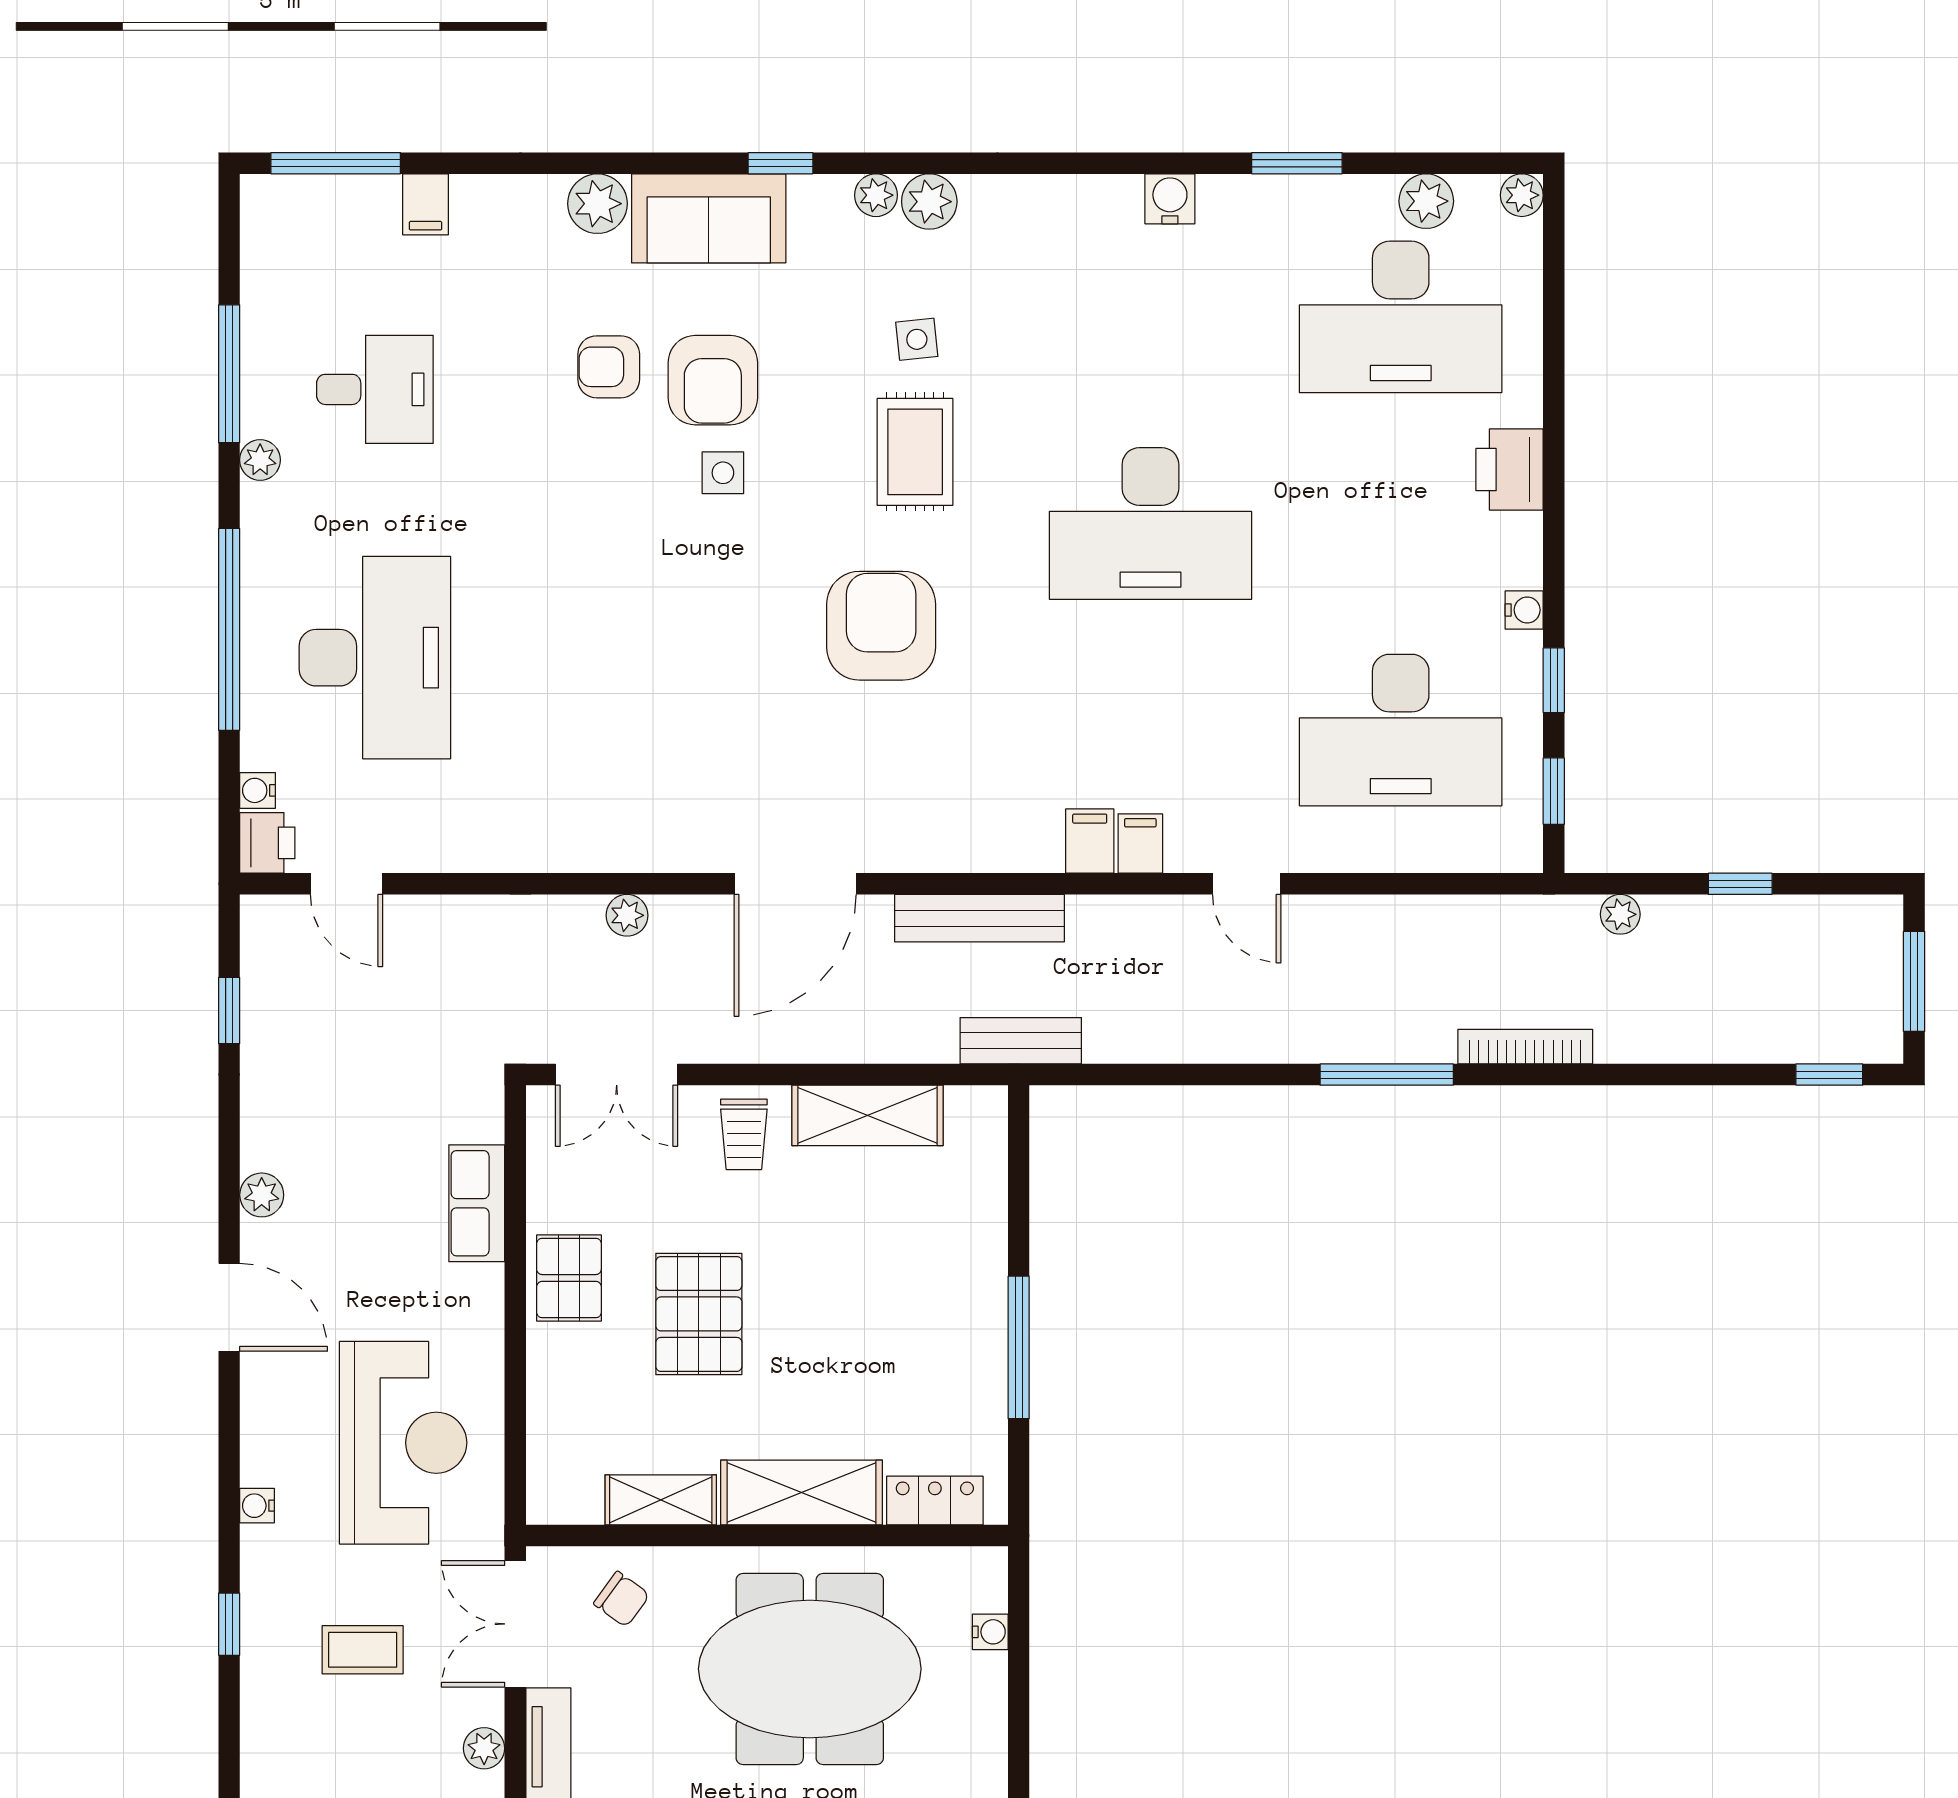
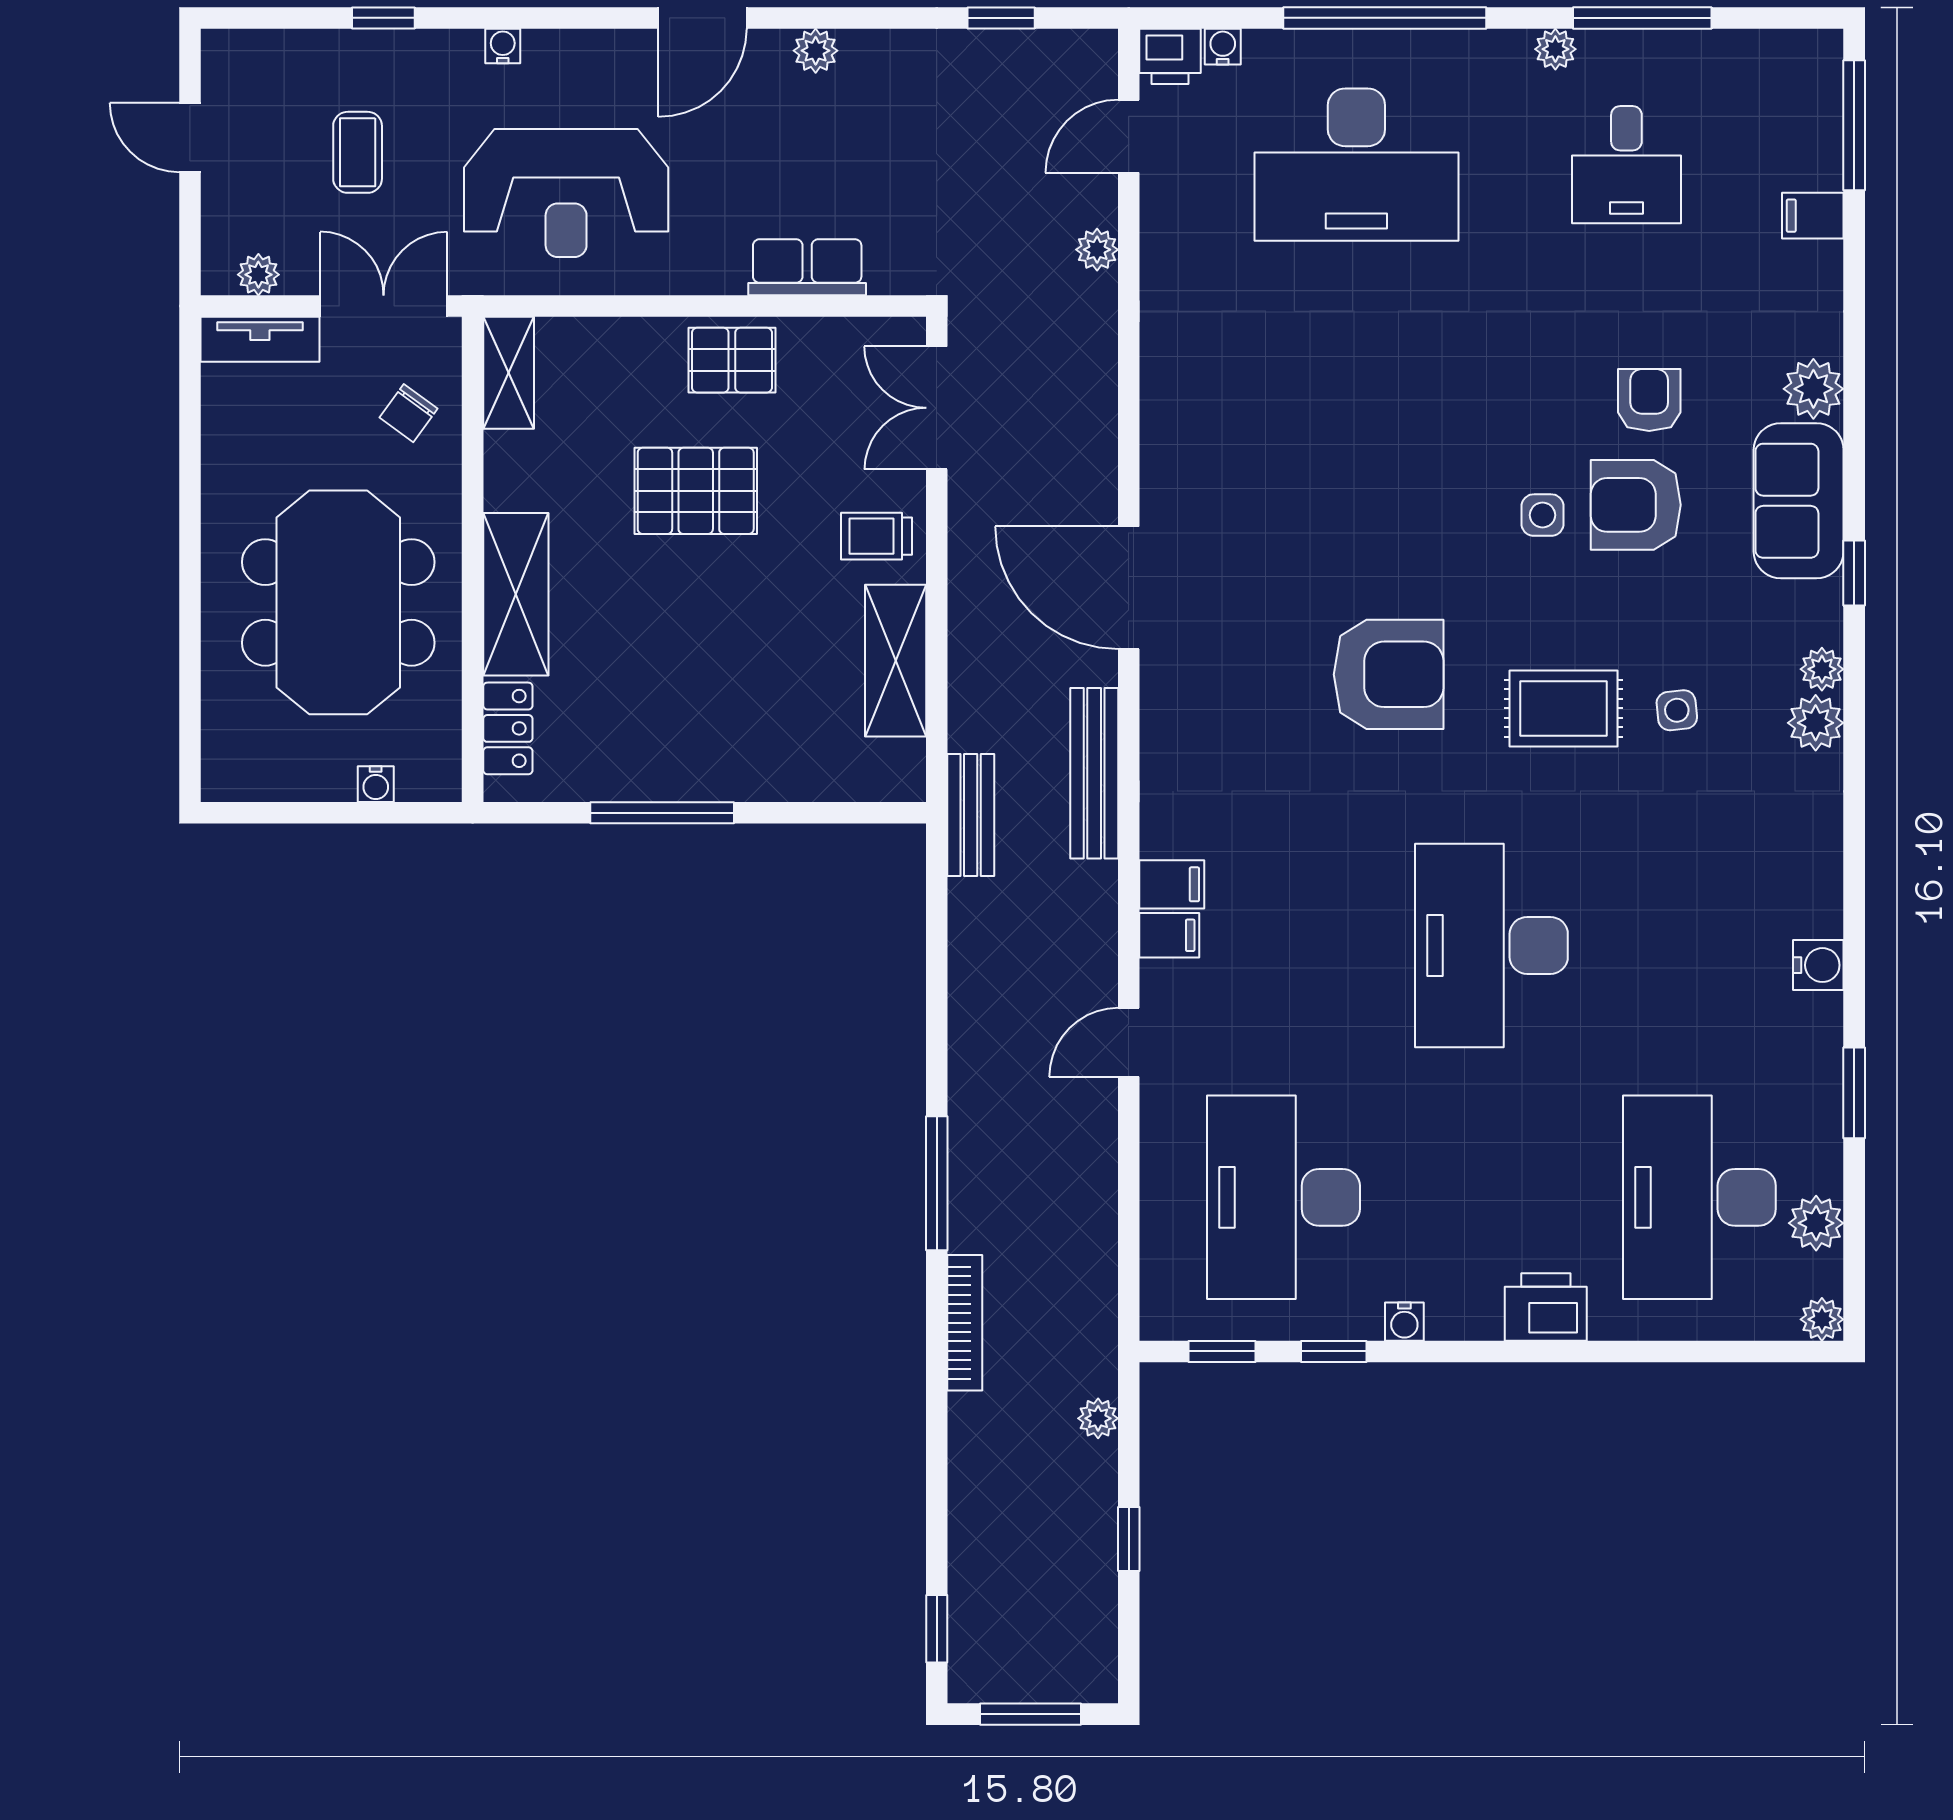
plant: (627, 915) -> (1097, 250), moved
shelving: (661, 1500) -> (509, 373), moved

